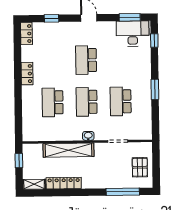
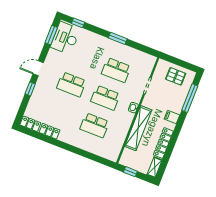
window: (52, 18) -> (30, 89), moved
locker: (27, 74) -> (49, 131), moved
filing cabinet: (95, 181) -> (172, 117), added

